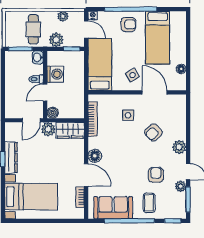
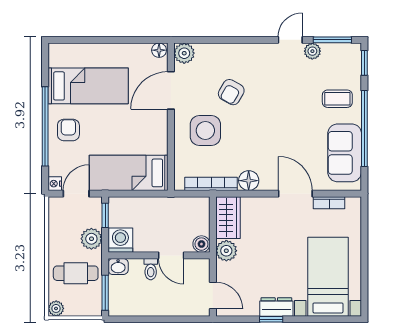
plant: (63, 16) -> (56, 308), moved
floor lamp: (181, 69) -> (159, 50), moved
washing machine: (55, 74) -> (120, 240), moved
side table: (133, 75) -> (145, 124), removed
side table: (128, 115) -> (205, 131), width x1.87, depth x1.87
door: (31, 120) -> (213, 296), moved
armchair: (153, 132) -> (231, 92), turned 75
plant: (179, 147) -> (184, 53), moved
floor lamp: (95, 156) -> (249, 181), moved
dresser: (11, 158) -> (276, 307), width x0.70
door: (86, 175) -> (295, 194), hinge flipped
armchair: (156, 175) -> (295, 88), removed

